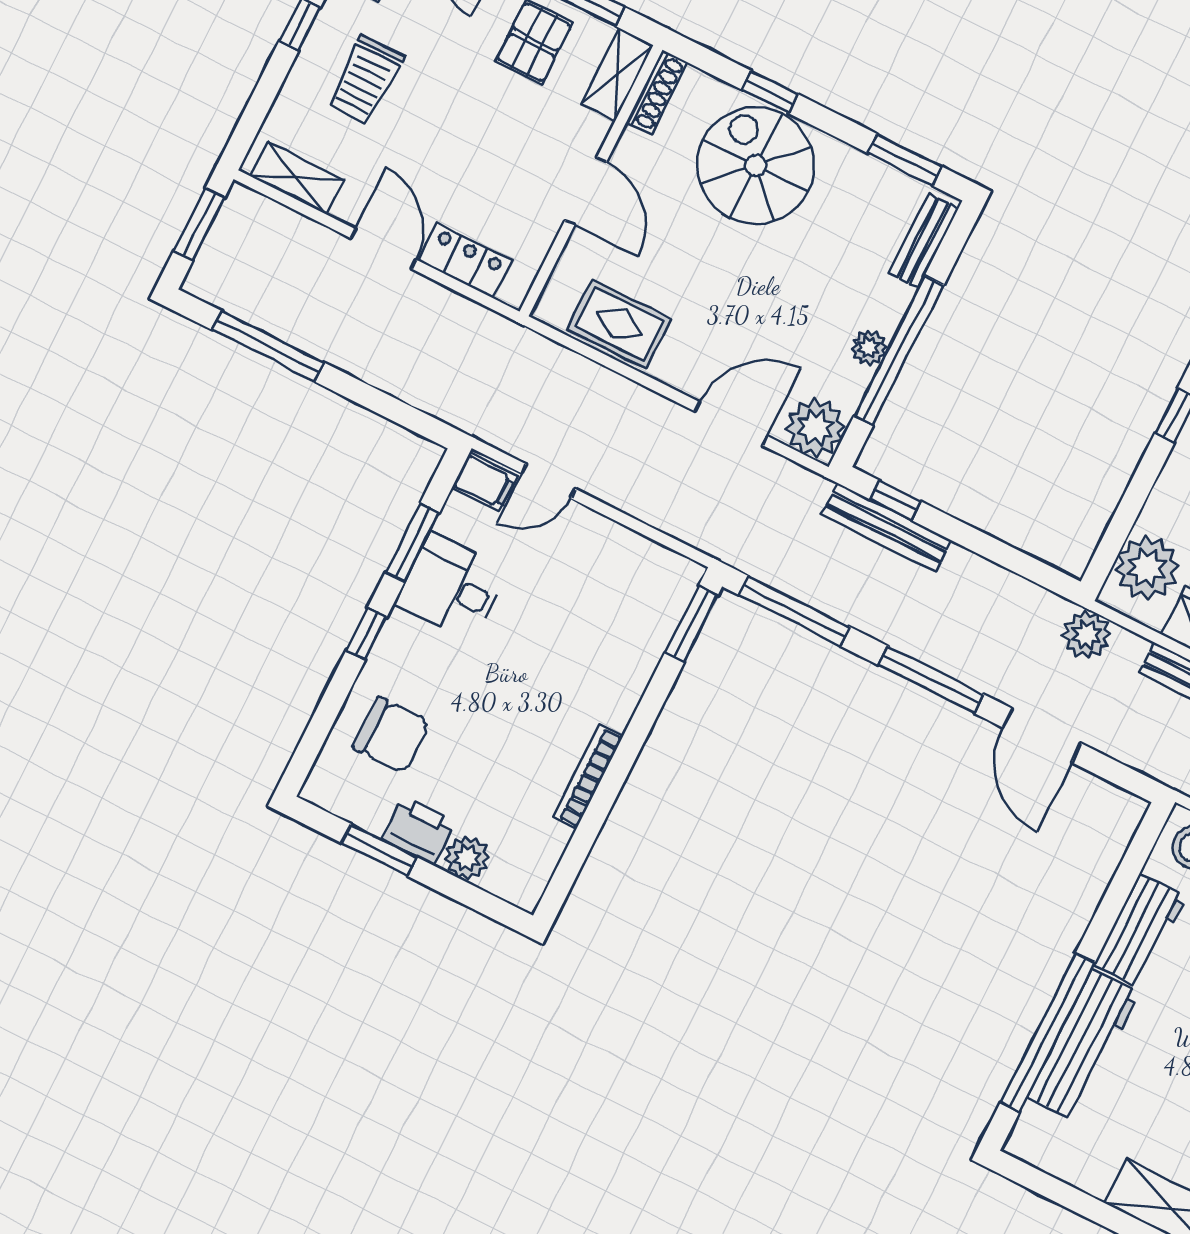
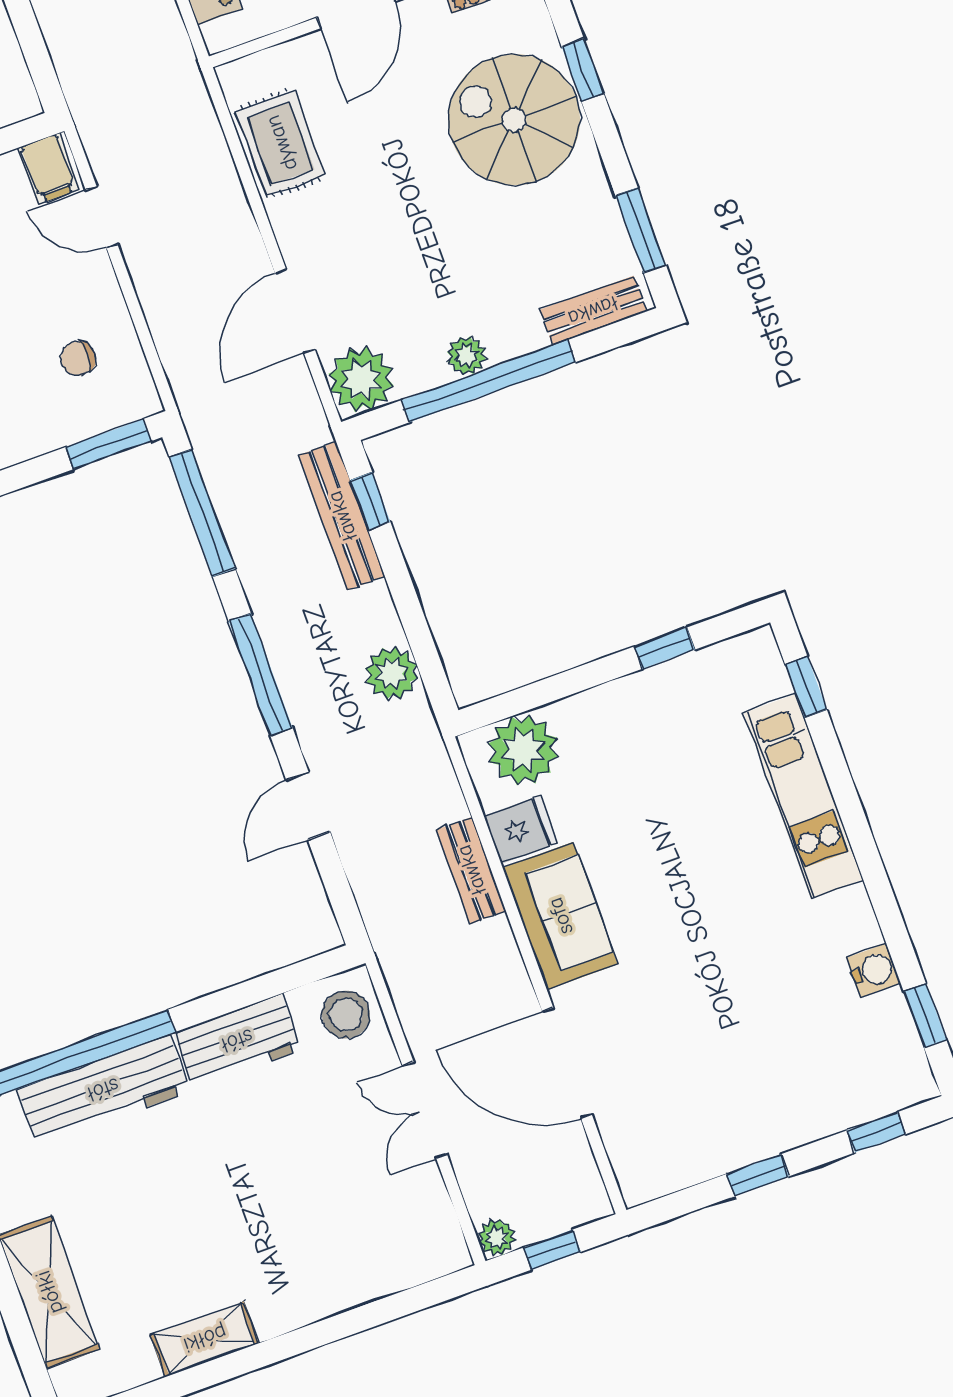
spiral stairs: (756, 166) -> (514, 120), turned -90
door: (731, 424) -> (295, 311), swing flipped
chair: (620, 587) -> (78, 359), added
plant: (1087, 635) -> (392, 673), moved
door: (1042, 735) -> (308, 806), width x0.73

